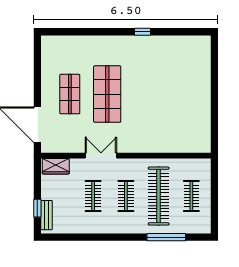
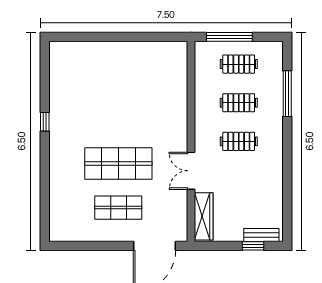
wardrobe: (56, 166) -> (204, 216), width x1.50
window: (214, 188) -> (229, 37), added
clothes rail: (93, 196) -> (239, 180), removed
clothes rail: (159, 196) -> (239, 103), width x0.54, depth x0.76

